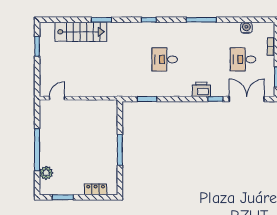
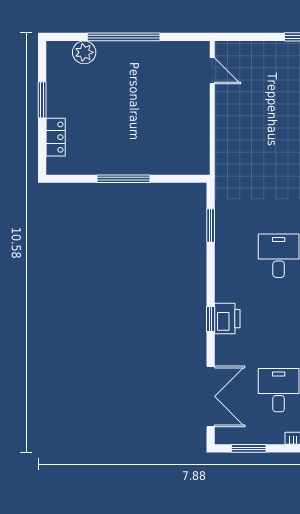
window: (215, 99) -> (211, 319), moved
window: (63, 197) -> (42, 100), moved

